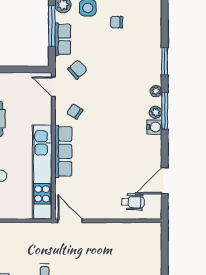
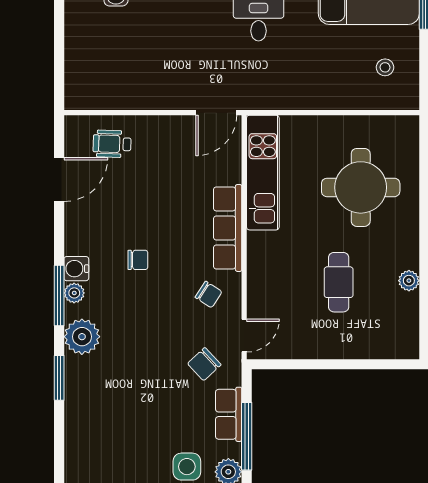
chair: (117, 22) -> (138, 260), moved
door: (53, 87) -> (244, 335), hinge flipped
plant: (156, 91) -> (82, 337), width x1.87, depth x1.87
kitchen unit: (42, 172) -> (263, 173), width x0.73
door: (70, 221) -> (216, 113), hinge flipped

